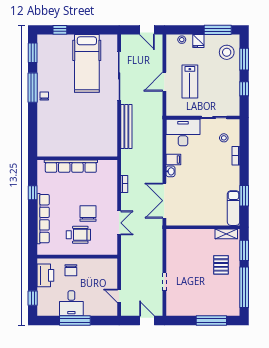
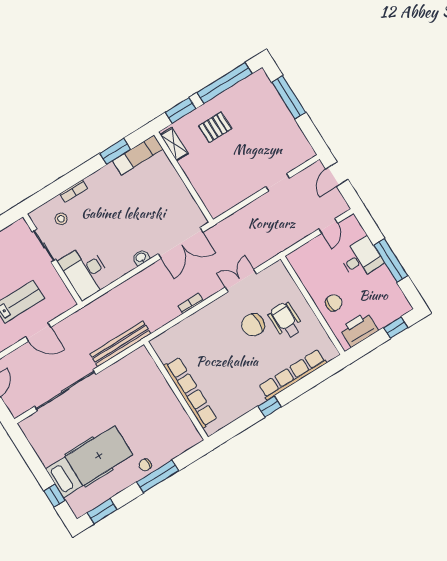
hospital bed: (87, 63) -> (89, 462), moved
window: (33, 88) -> (158, 476), moved
wall: (77, 158) -> (176, 391), moved
filing cabinet: (173, 159) -> (125, 263), removed
row of seats: (71, 166) -> (190, 392), moved
desk: (71, 303) -> (361, 258), moved

